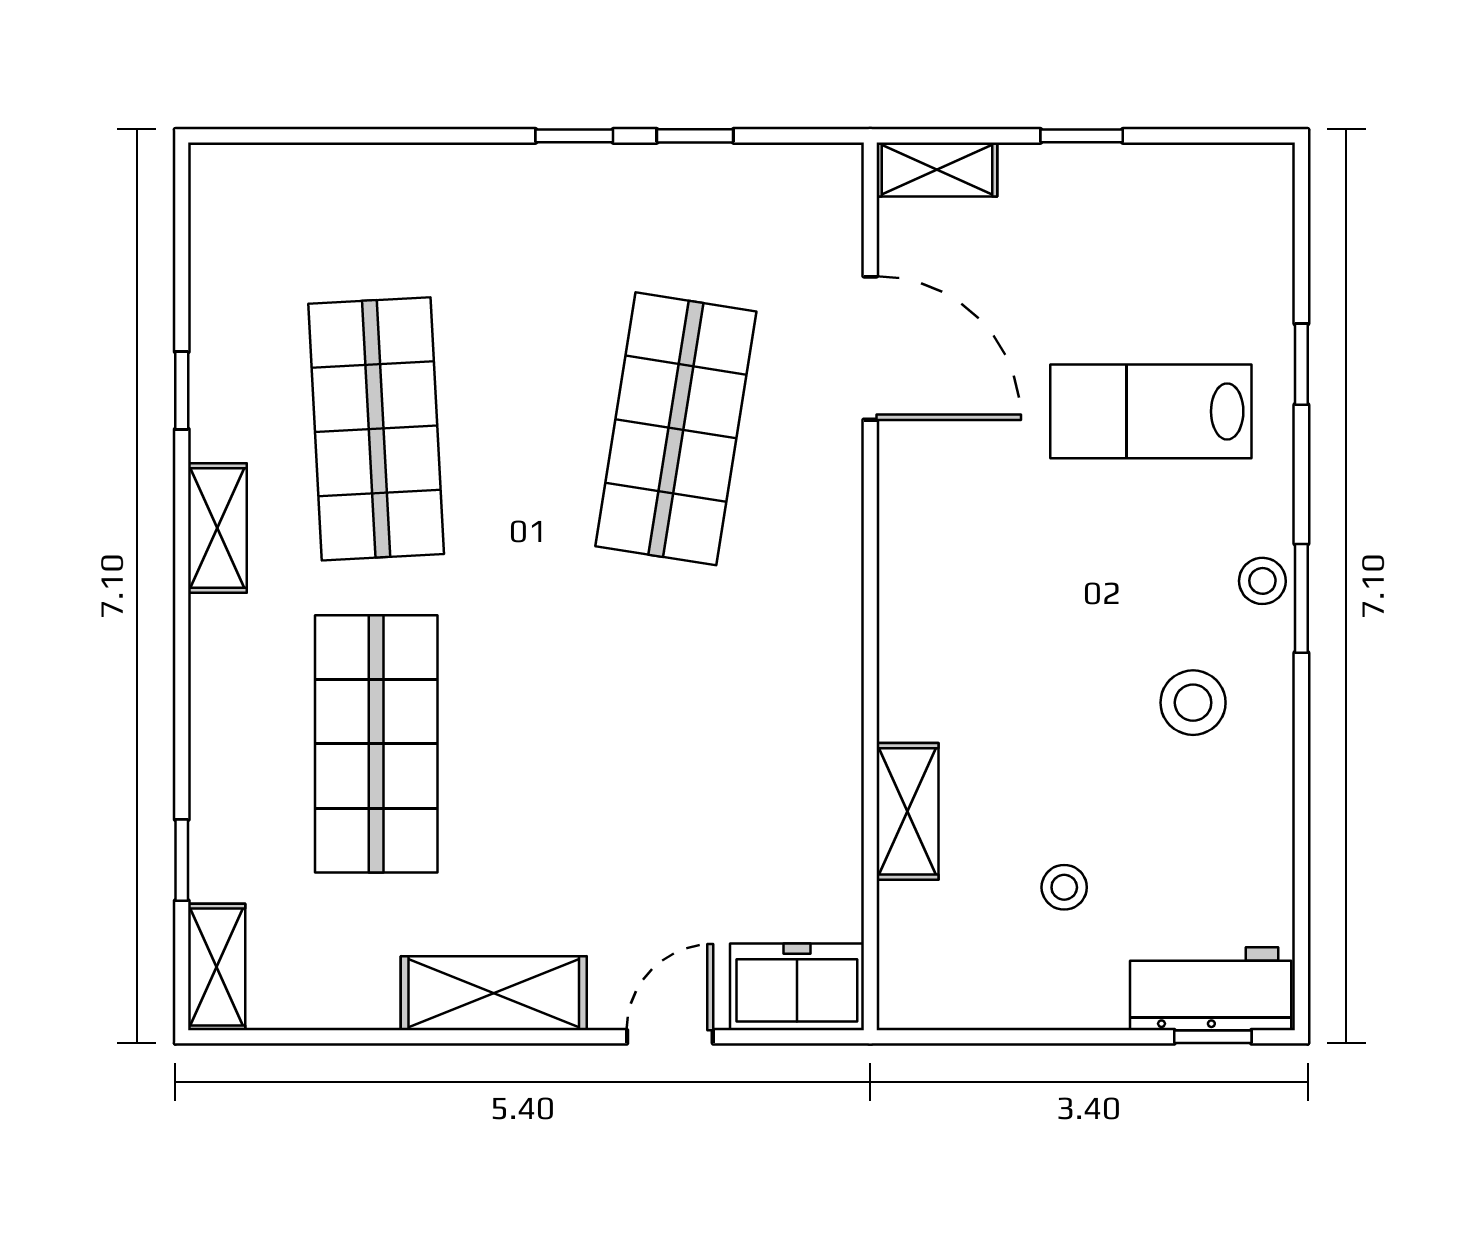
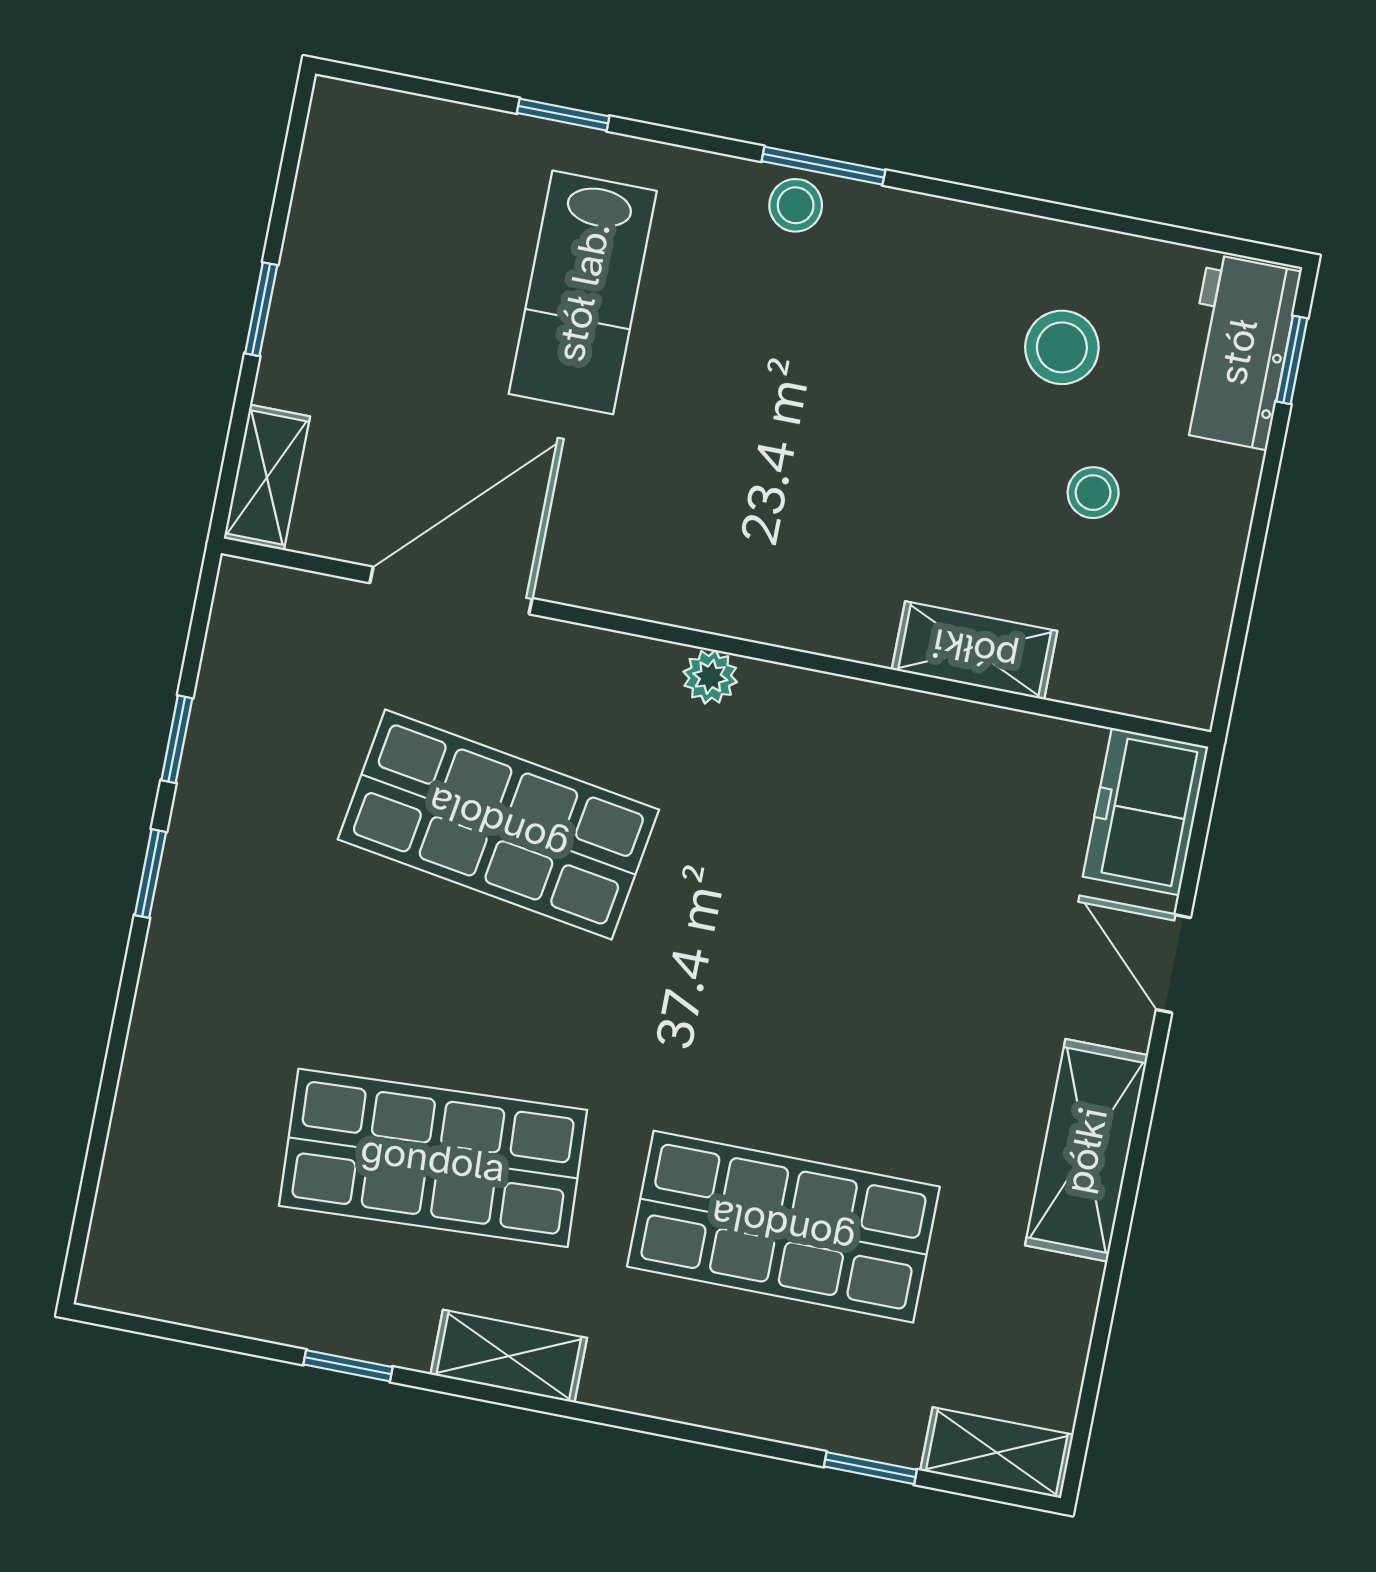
plant: (840, 587) -> (710, 677), added
stool: (1193, 703) -> (1062, 347), moved

